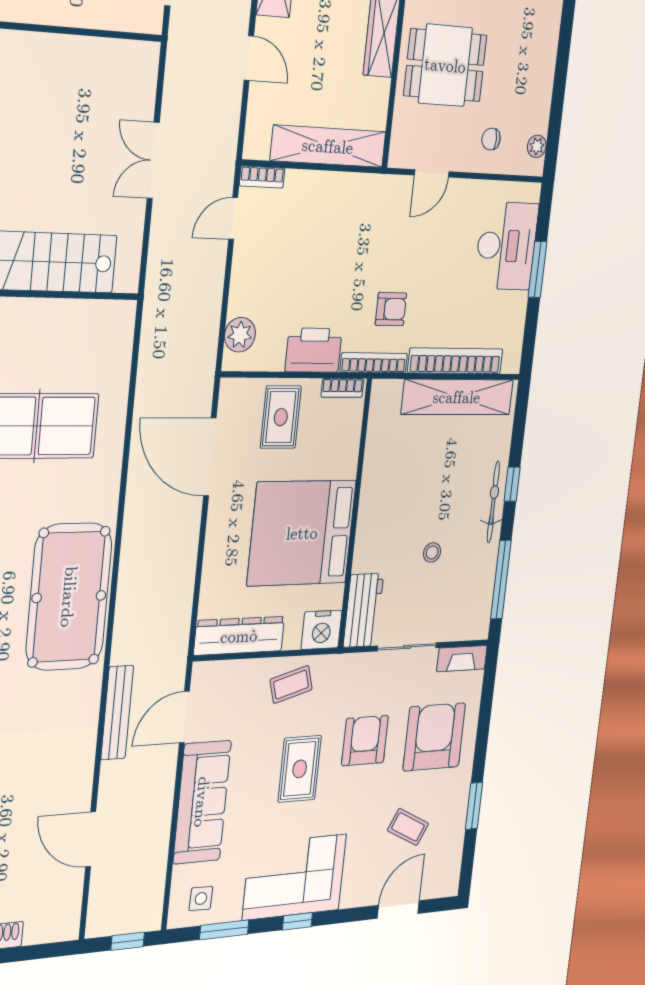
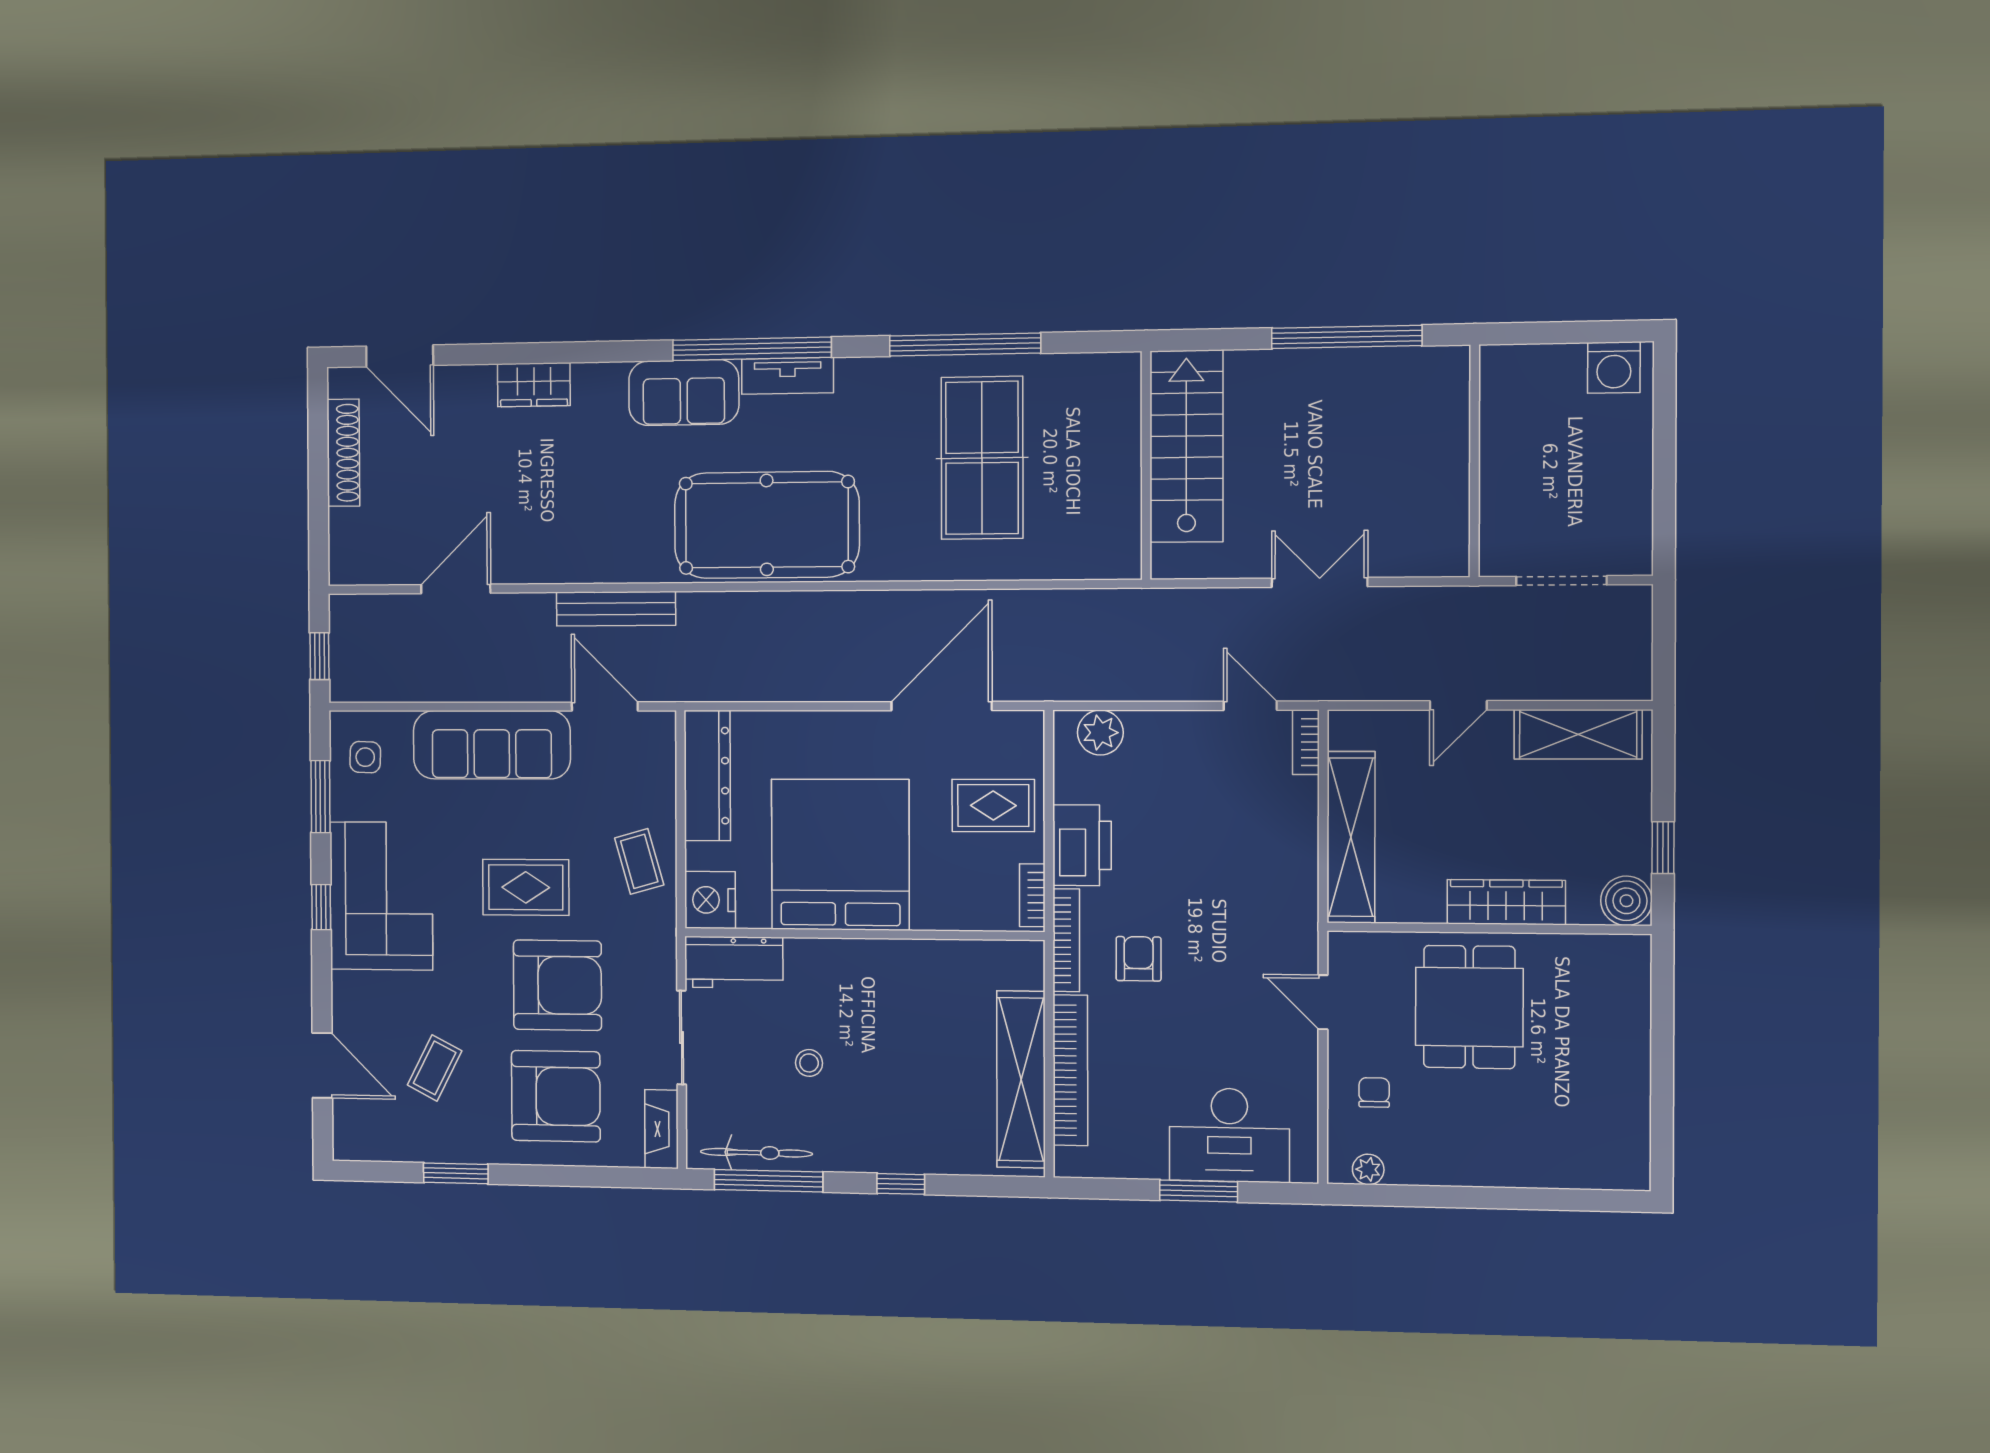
armchair: (391, 309) -> (1139, 959), turned 180
bicycle: (493, 502) -> (756, 1153), moved
armchair: (365, 741) -> (557, 985), width x1.36, depth x1.36

